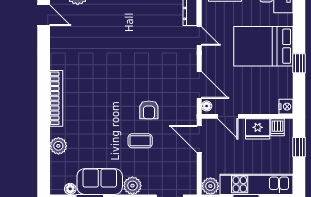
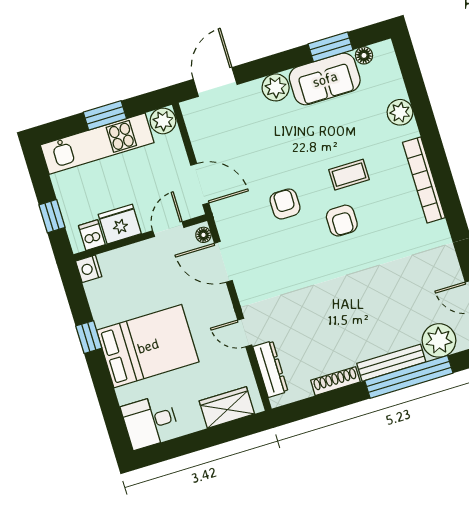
armchair: (116, 88) -> (342, 221), added
door: (228, 116) -> (168, 229), hinge flipped
coffee table: (140, 141) -> (349, 175), moved

